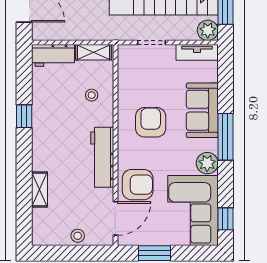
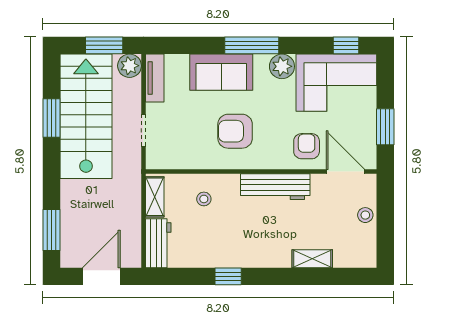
armchair: (138, 185) -> (307, 146), width x0.72, depth x0.72

